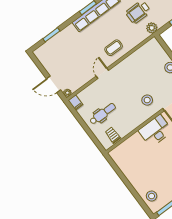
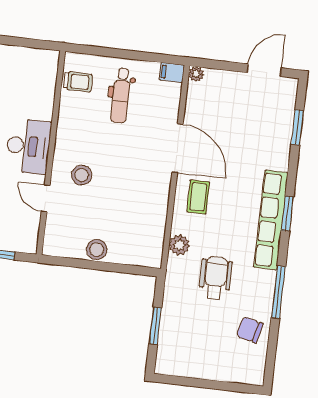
plant: (152, 28) -> (179, 245), moved
door: (102, 73) -> (177, 148), width x1.87
door: (54, 84) -> (264, 70), moved

